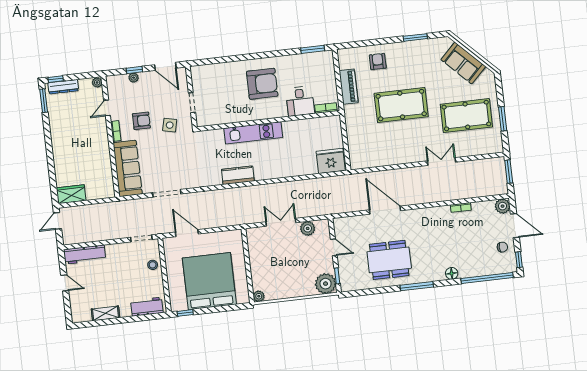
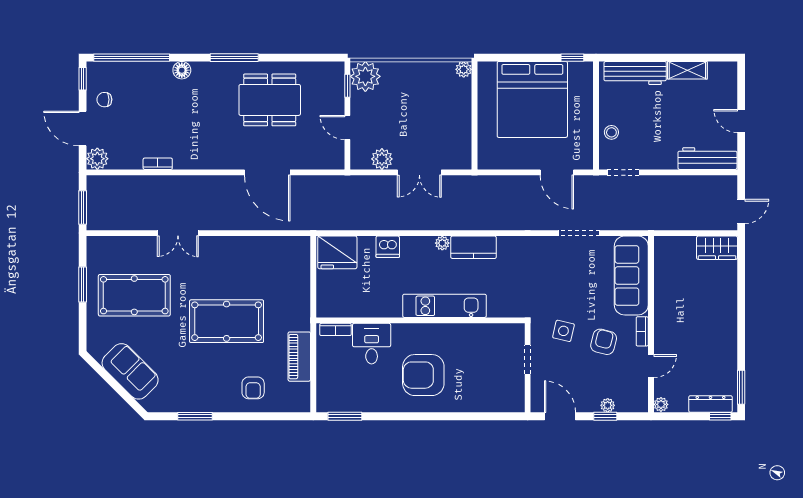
armchair: (141, 121) -> (604, 342), turned 104
dishwasher: (297, 169) -> (388, 247), added
plant: (260, 176) -> (442, 243), added
workbench: (147, 307) -> (635, 73), width x1.38

